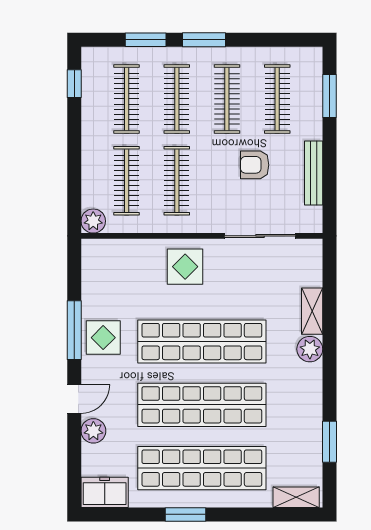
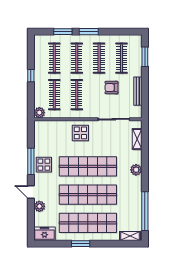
window: (74, 84) -> (31, 76), moved
shelving: (312, 311) -> (137, 139), moved
door: (74, 399) -> (31, 192), swing flipped
window: (329, 442) -> (145, 211), width x2.11

